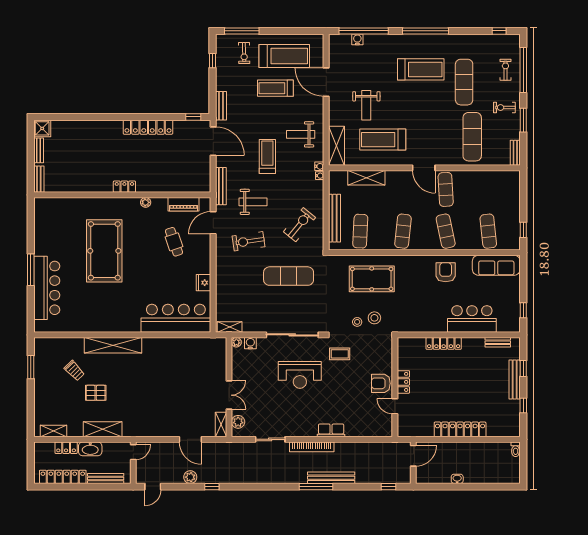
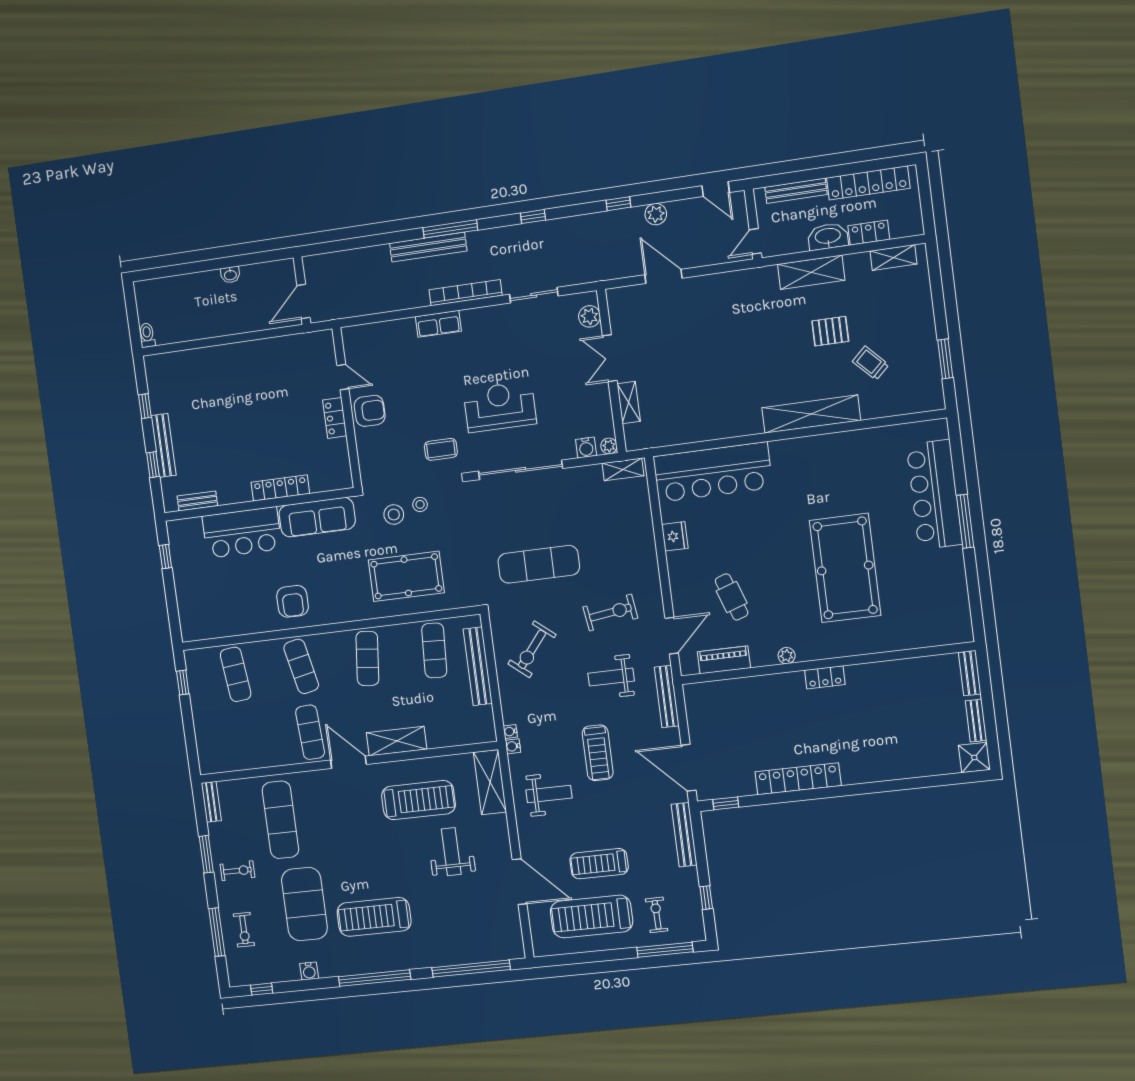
water cooler: (357, 39) -> (309, 971), moved
window: (523, 70) -> (217, 932), width x0.68
exercise mat: (464, 82) -> (304, 904), width x1.47
treadmill: (275, 88) -> (599, 864), turned 180
bench: (221, 106) -> (684, 835), width x1.36
shelving: (366, 178) -> (397, 741), moved
sofa: (496, 265) -> (317, 517), moved, turned 180
shelving: (221, 425) -> (629, 403), moved
locker: (460, 429) -> (237, 354), removed
door: (153, 487) -> (716, 189), swing flipped
window: (389, 487) -> (533, 217), moved

